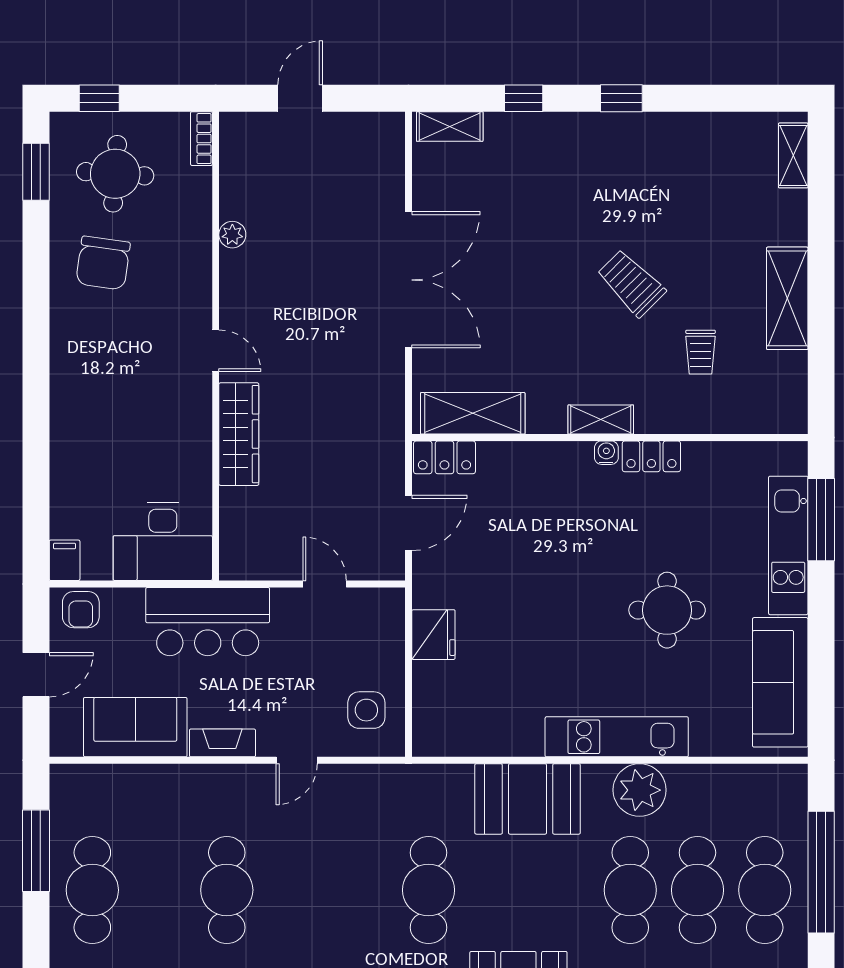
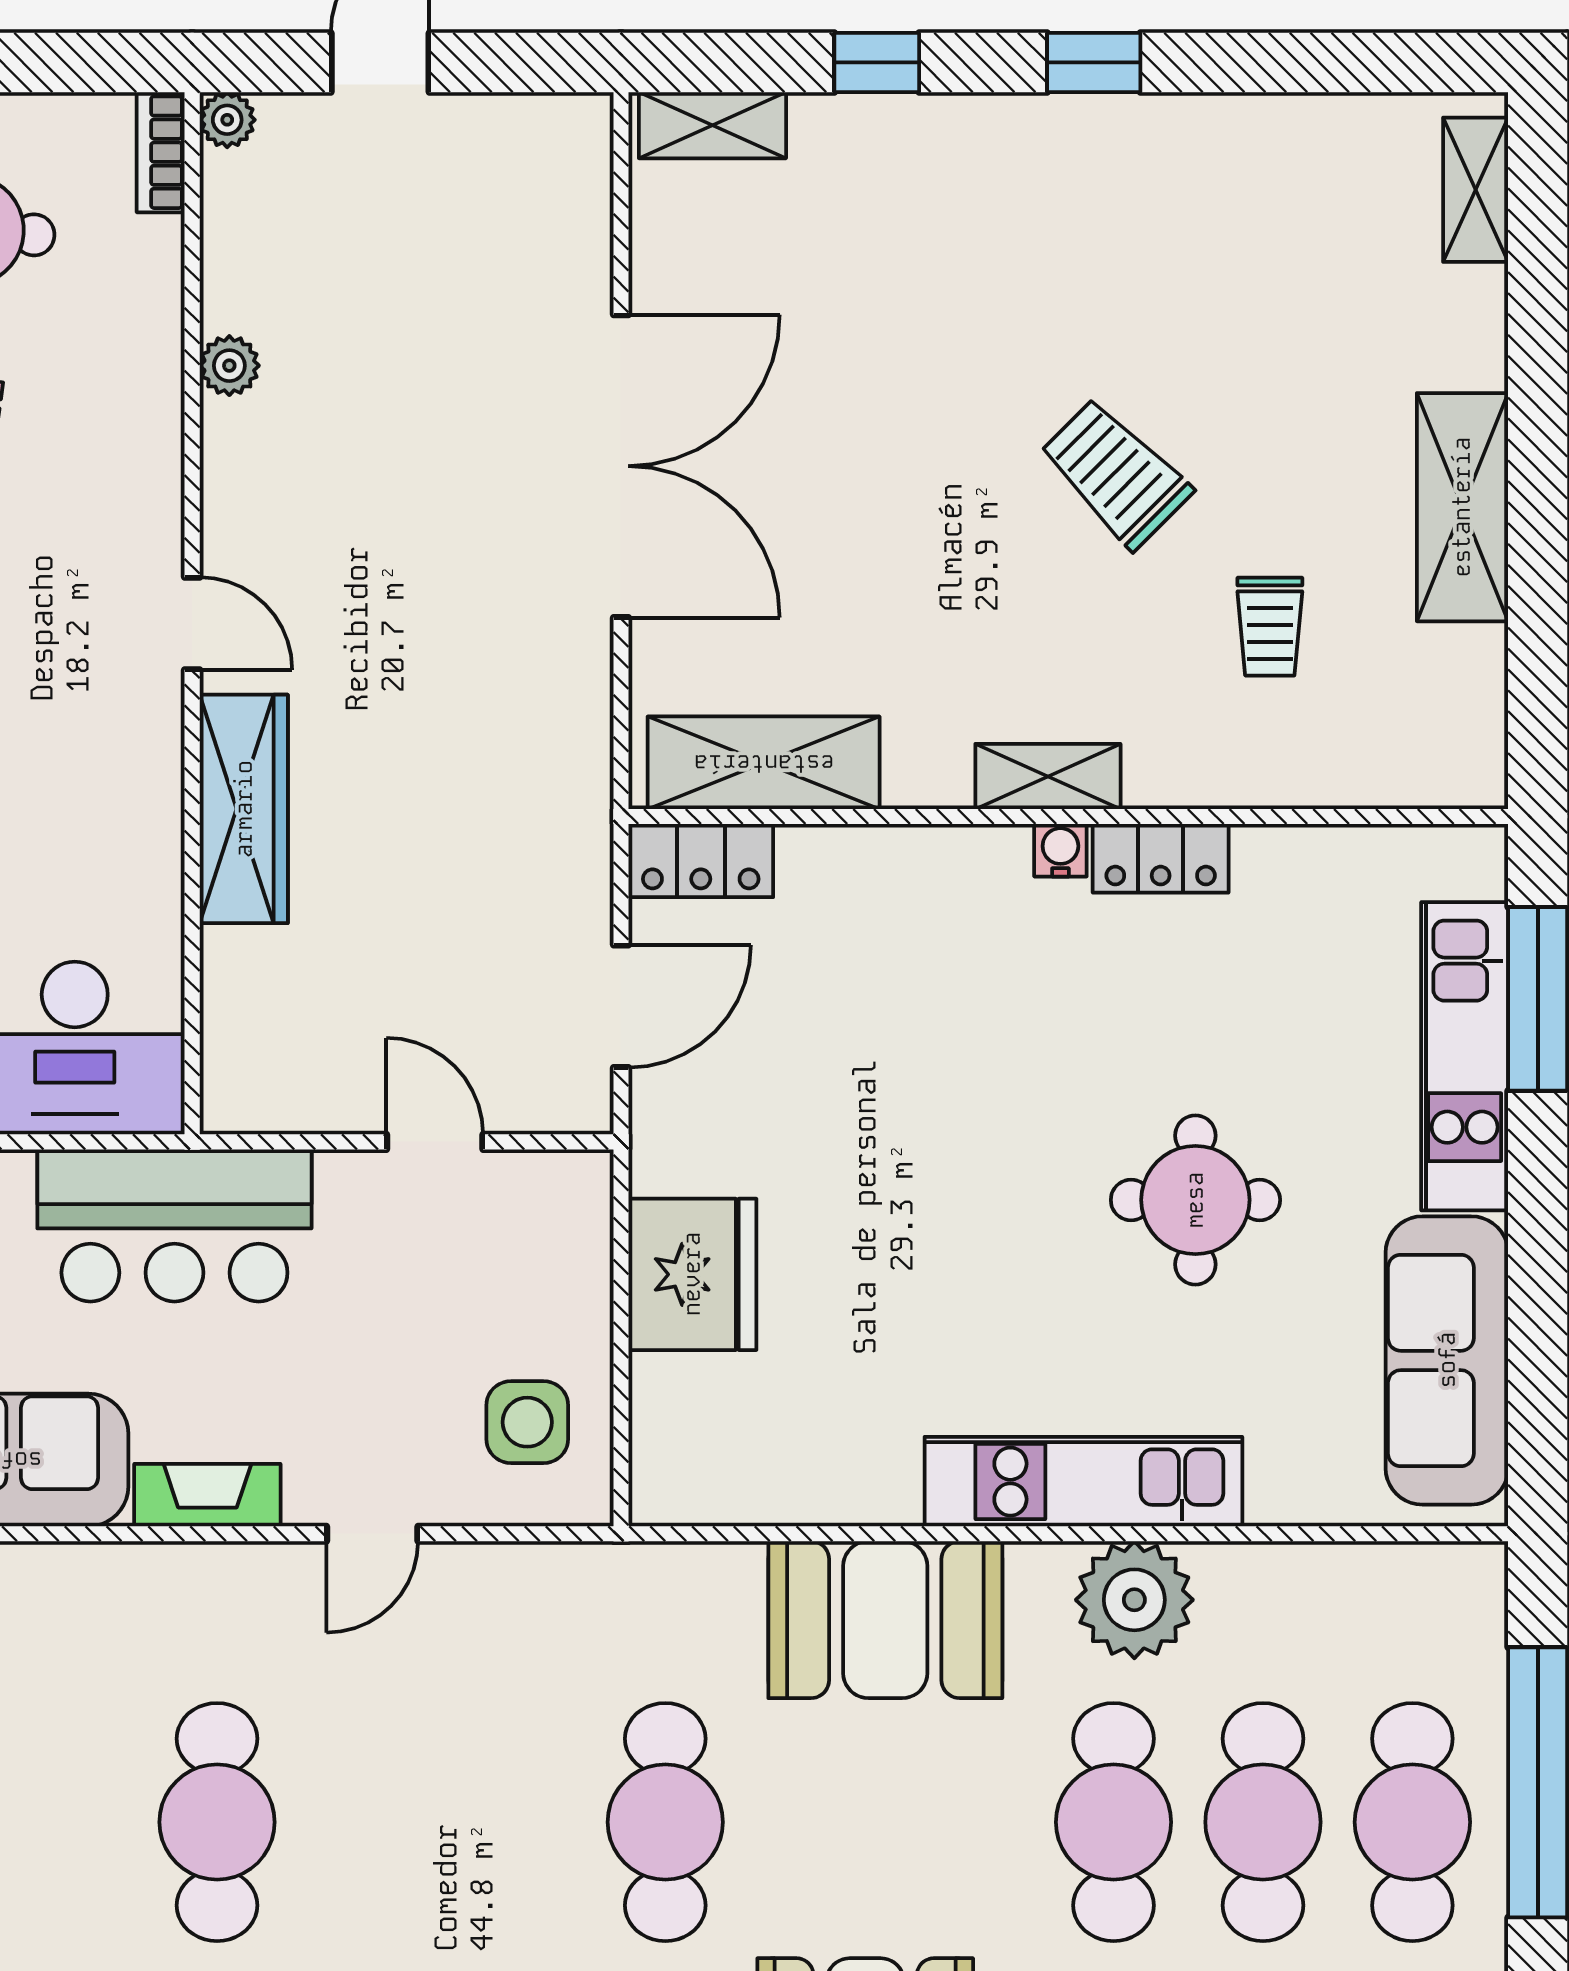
plant: (231, 124) -> (227, 120), added
fridge: (433, 635) -> (692, 1274), width x1.36, depth x1.34

